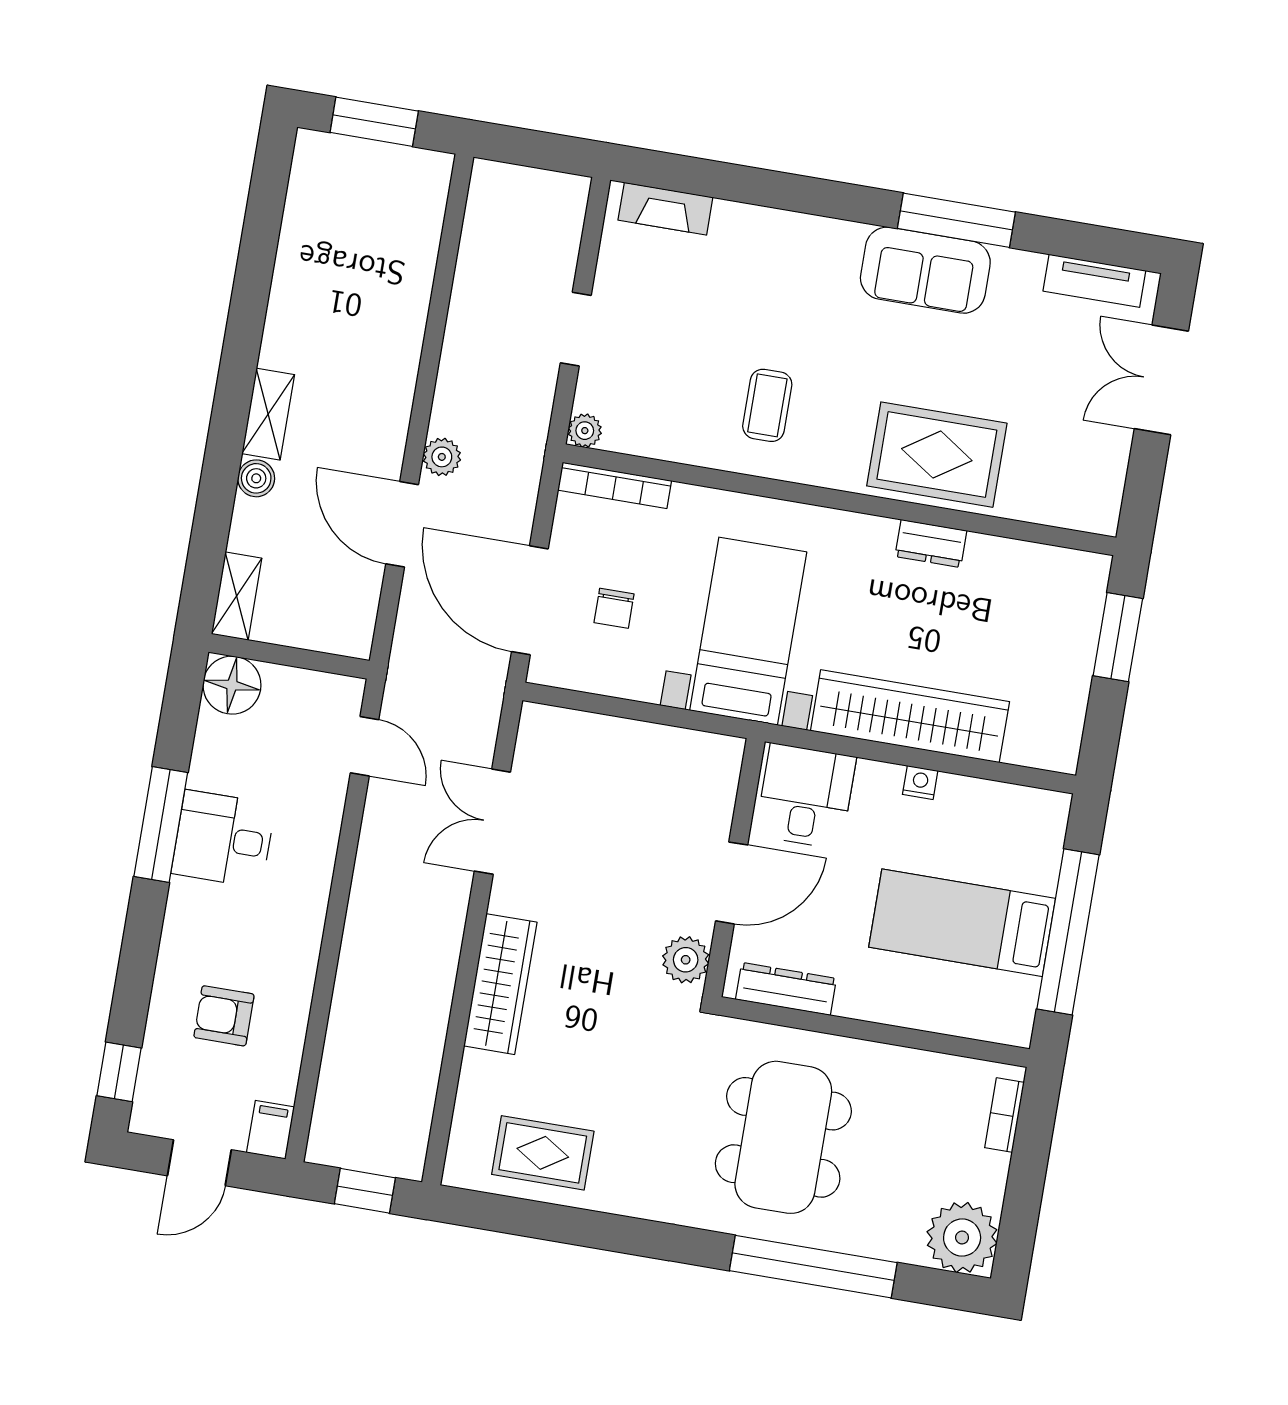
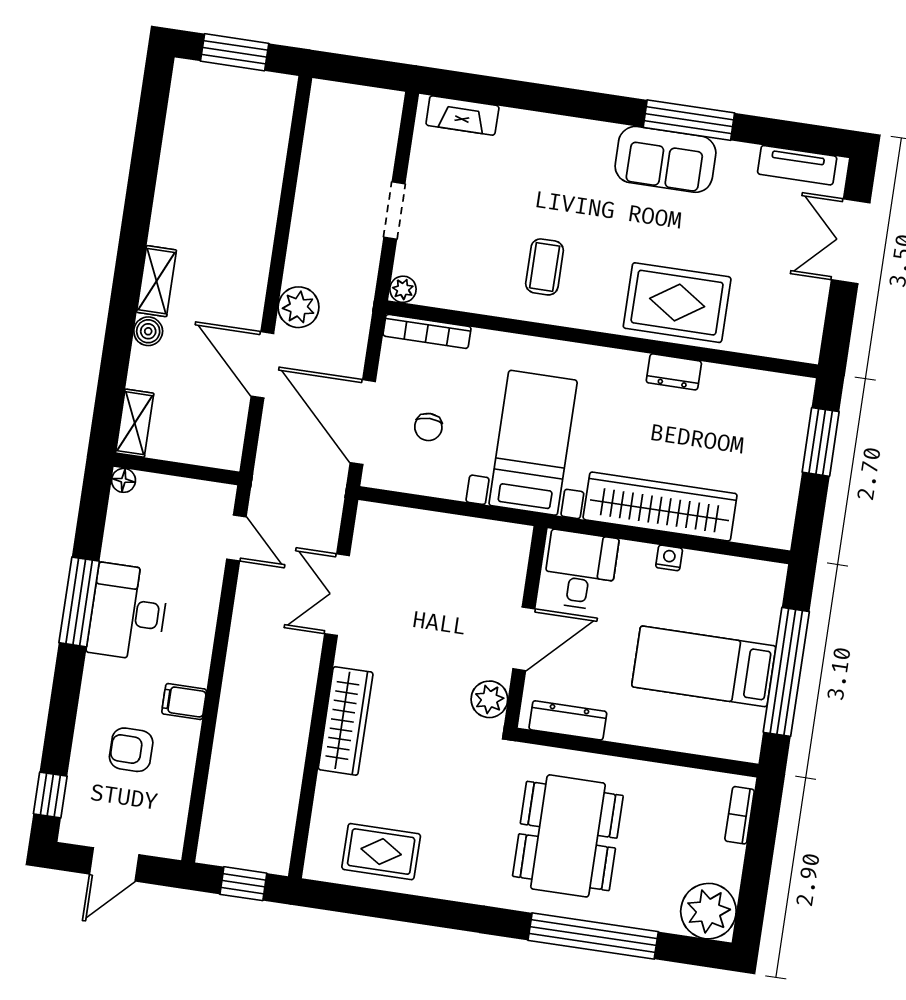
plant: (442, 457) -> (299, 307), width x1.38, depth x1.38
floor lamp: (232, 685) -> (123, 480), width x0.53, depth x0.53
desk: (223, 839) -> (128, 612), width x1.37
filing cabinet: (270, 1130) -> (184, 702), moved, turned -90

